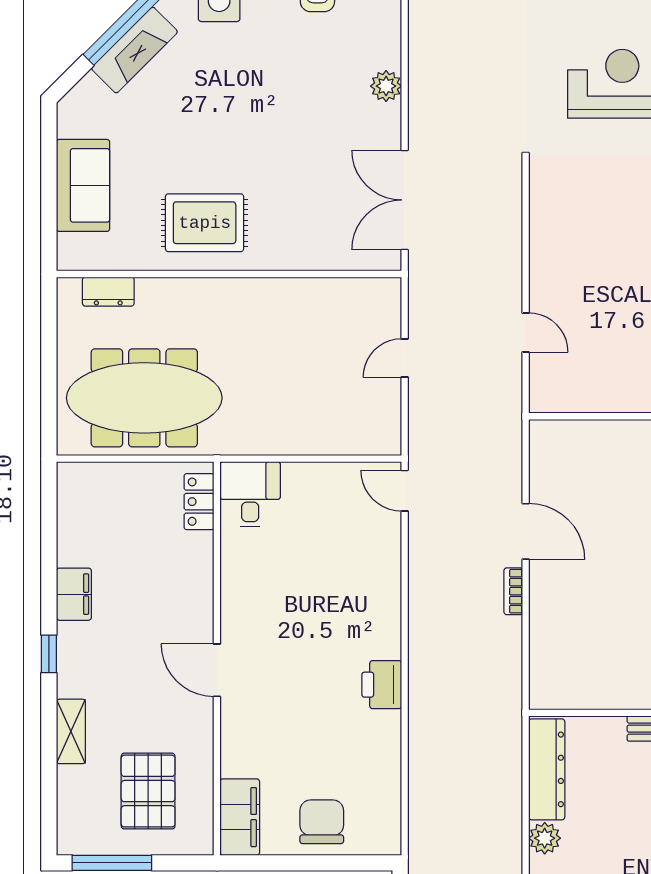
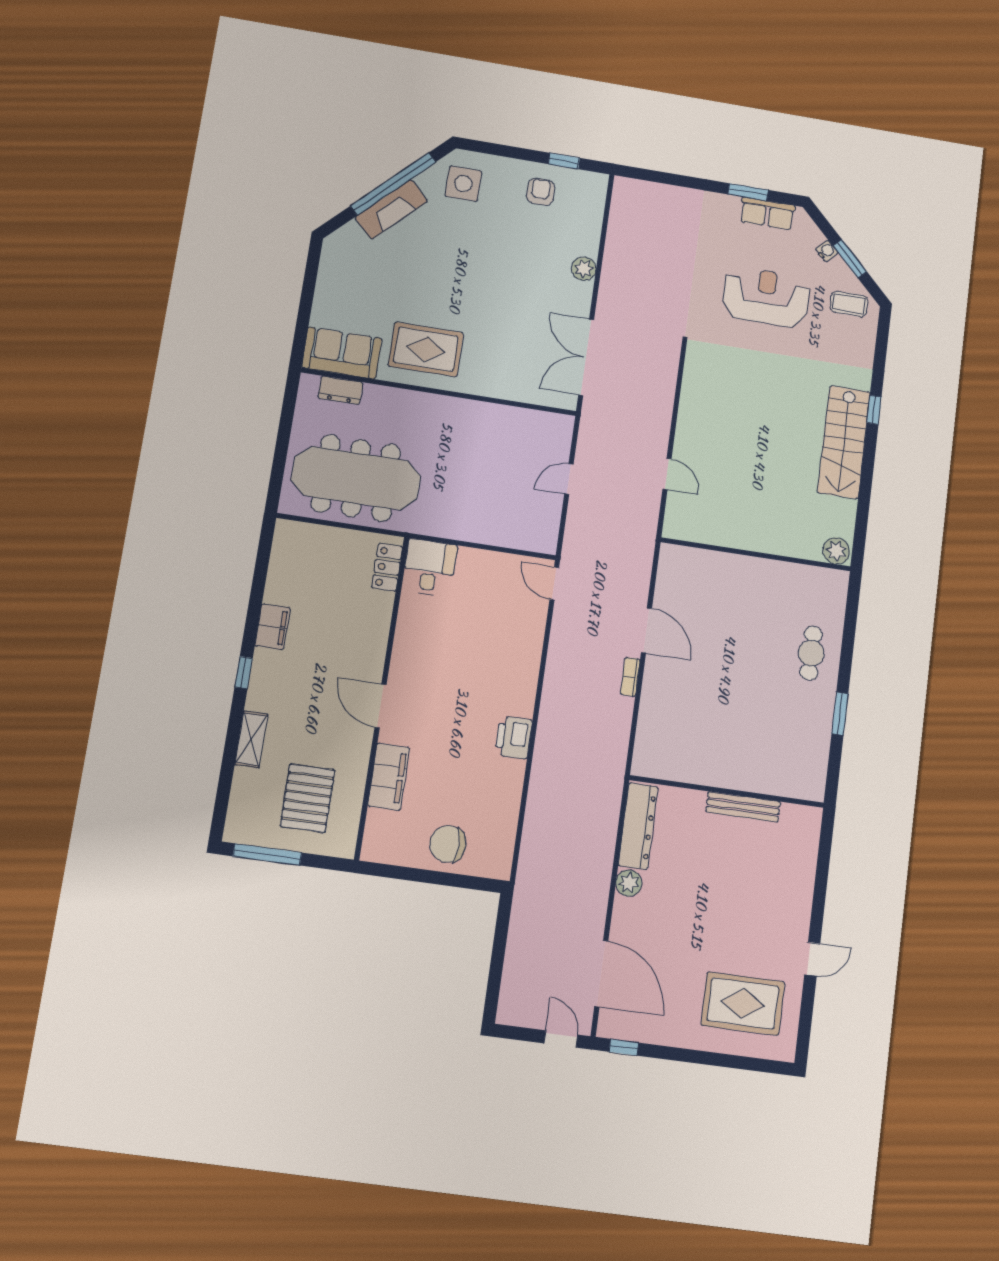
sofa: (83, 185) -> (342, 353), moved, turned -90
filing cabinet: (240, 817) -> (389, 777), moved
chair: (322, 822) -> (448, 844), turned -90

